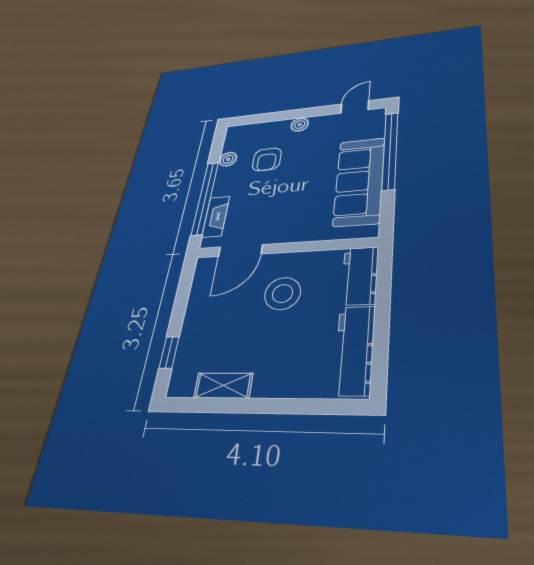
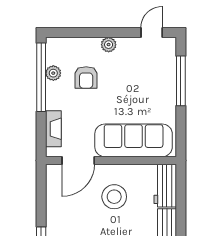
window: (390, 150) -> (181, 81), width x0.68
sofa: (359, 181) -> (134, 140), moved, turned 90
window: (205, 198) -> (41, 77), moved

